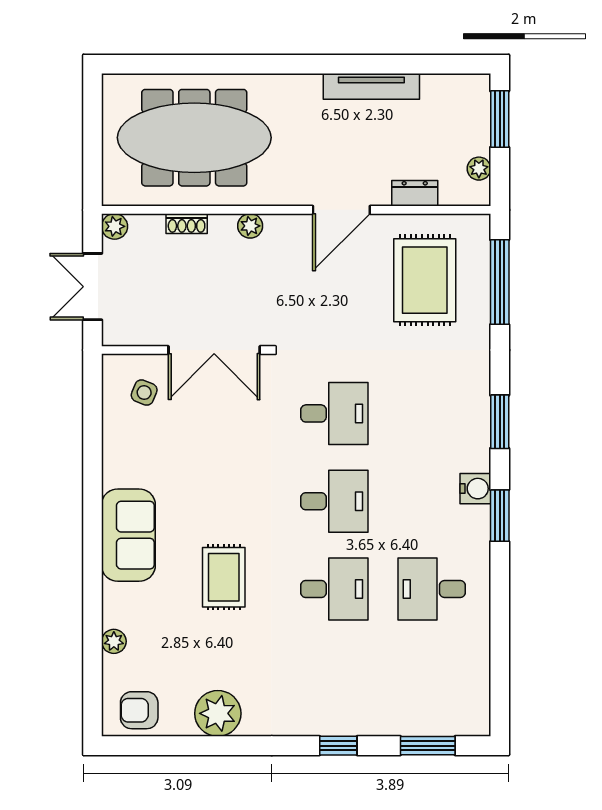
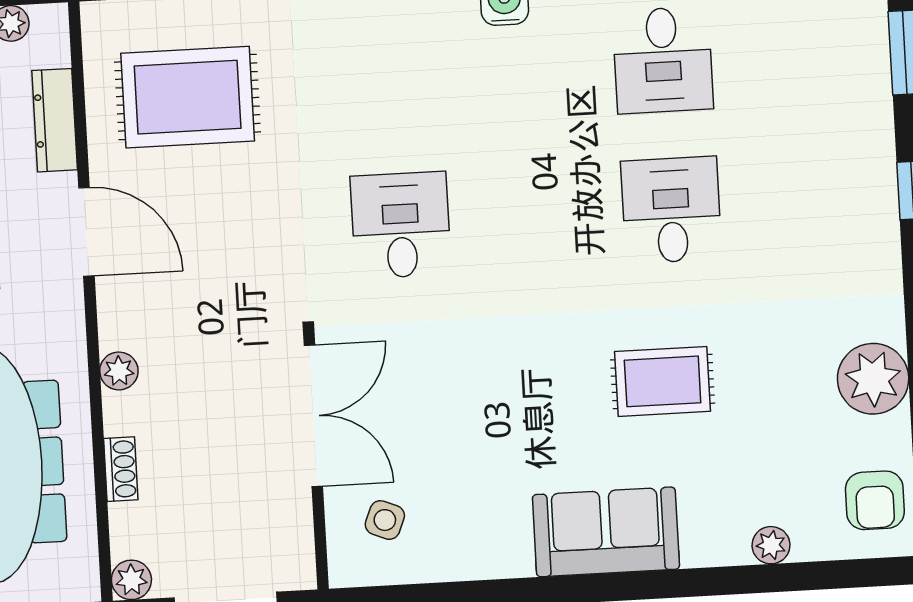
dresser: (415, 193) -> (55, 120), width x1.44
desk: (334, 501) -> (536, 218), removed

